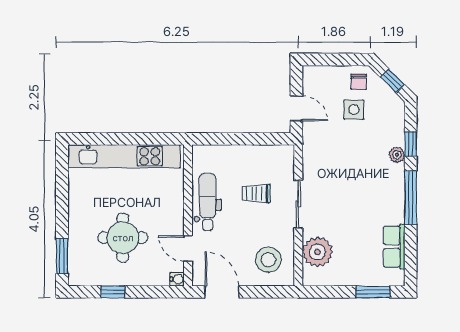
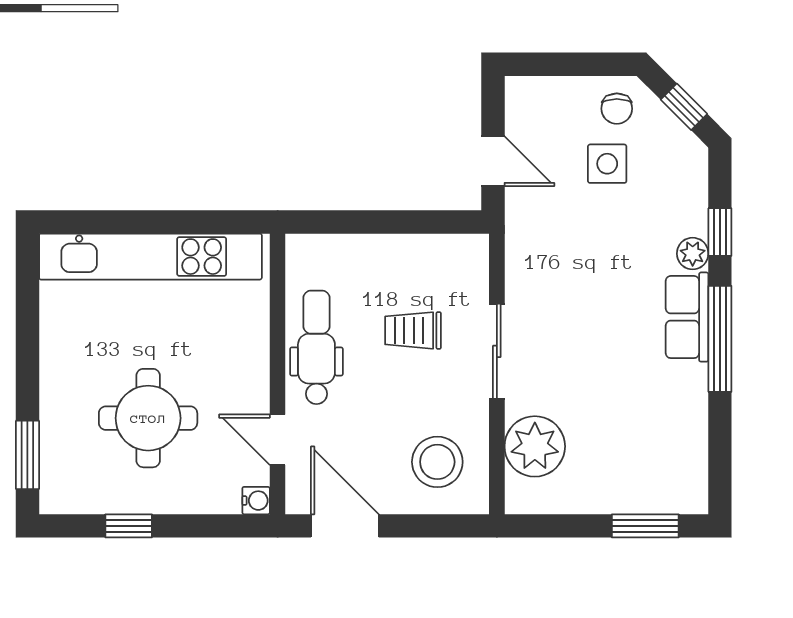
row of seats: (394, 247) -> (687, 317), moved

